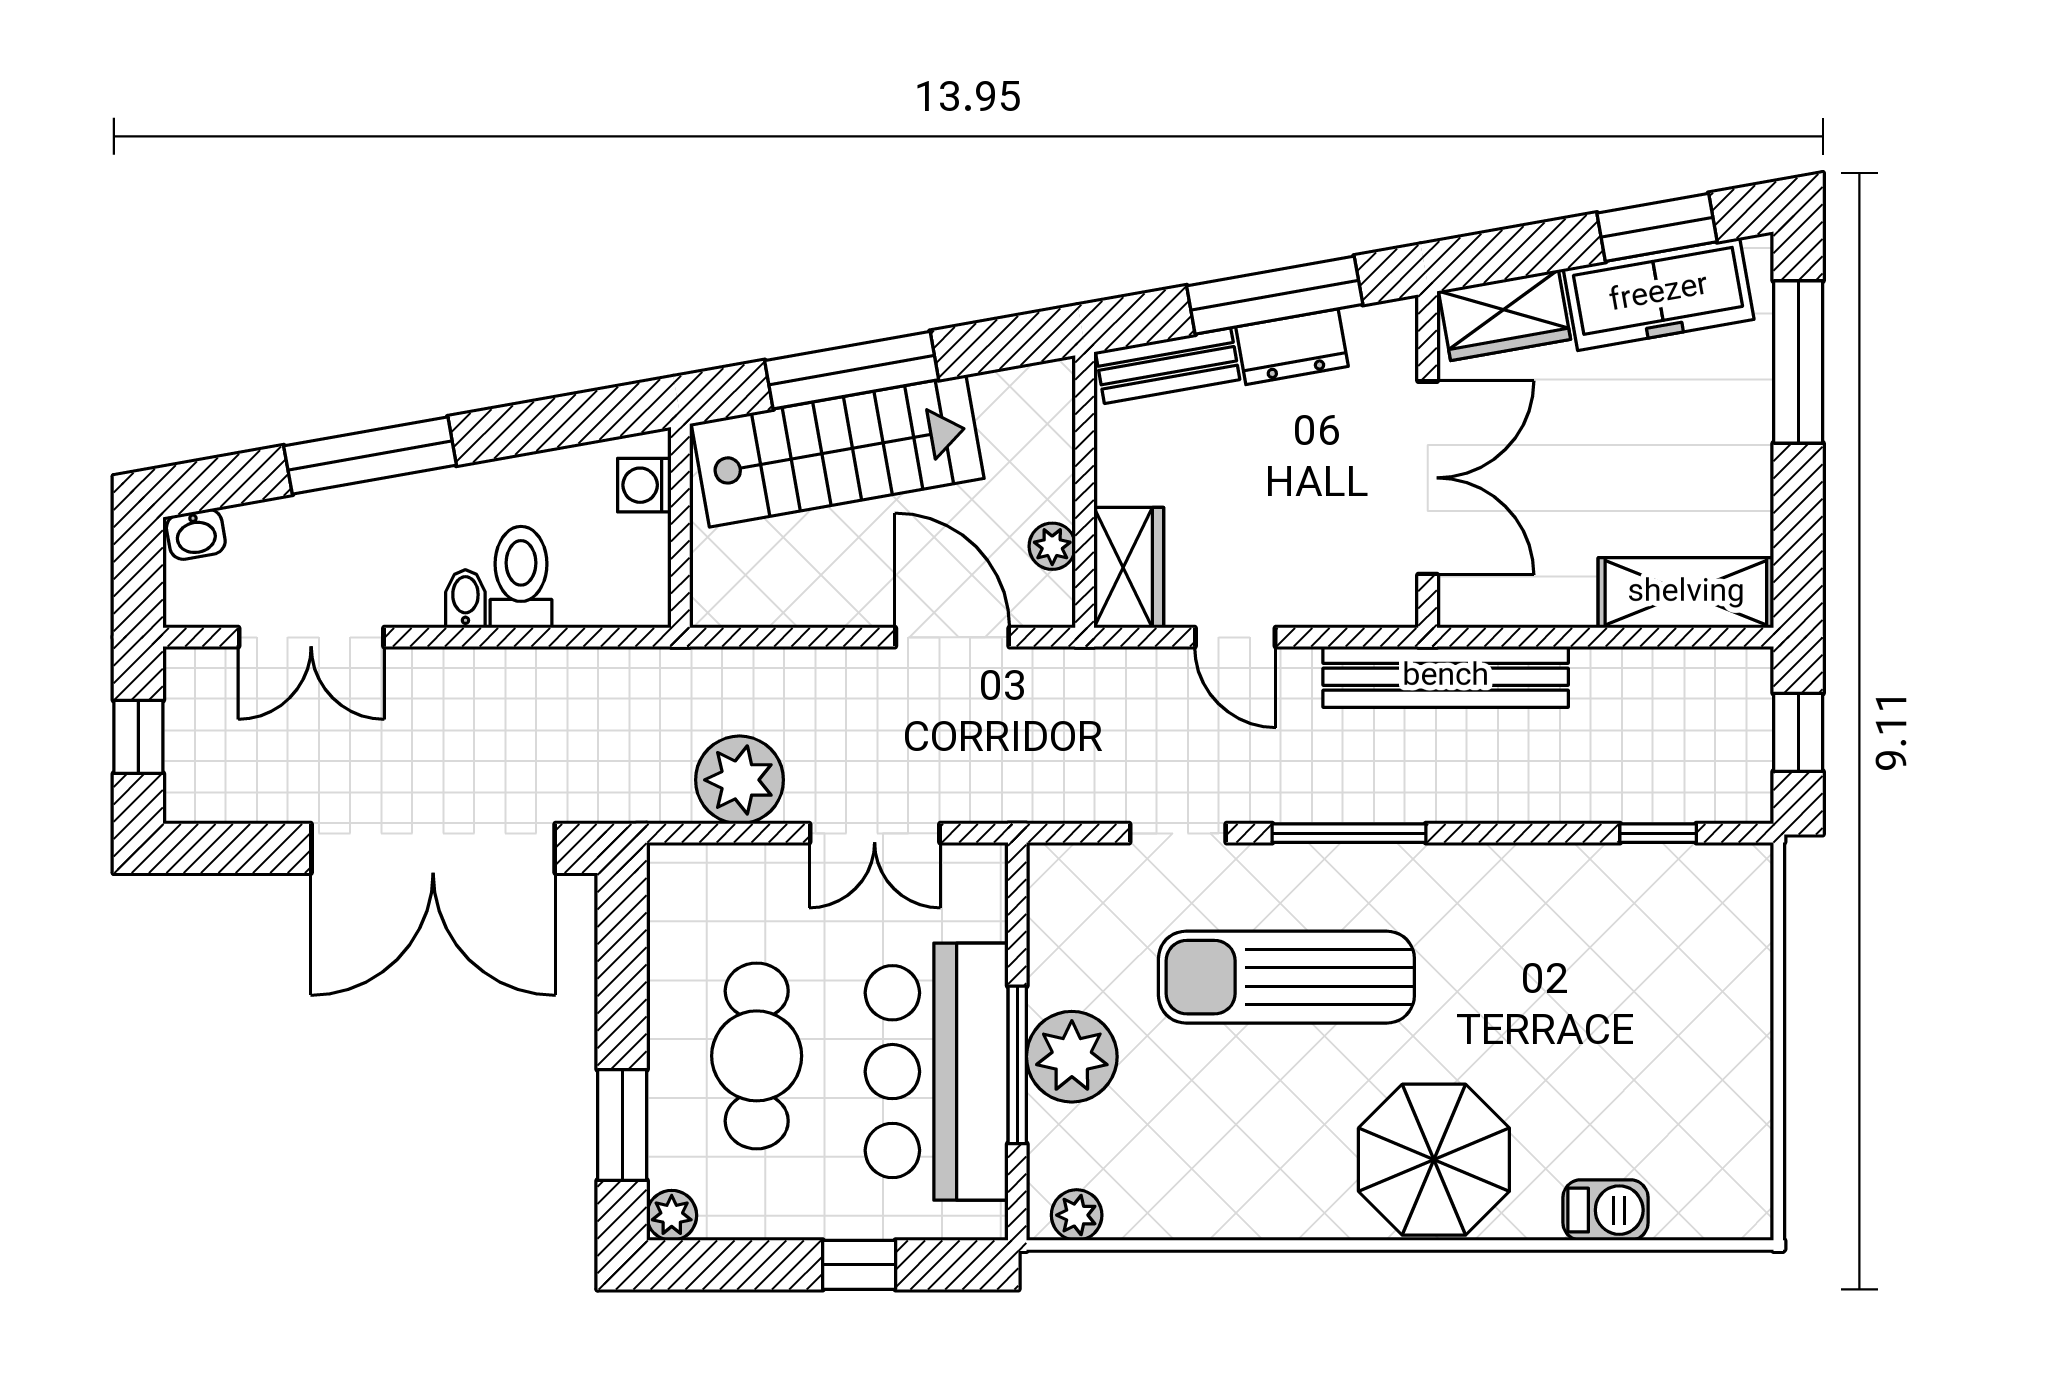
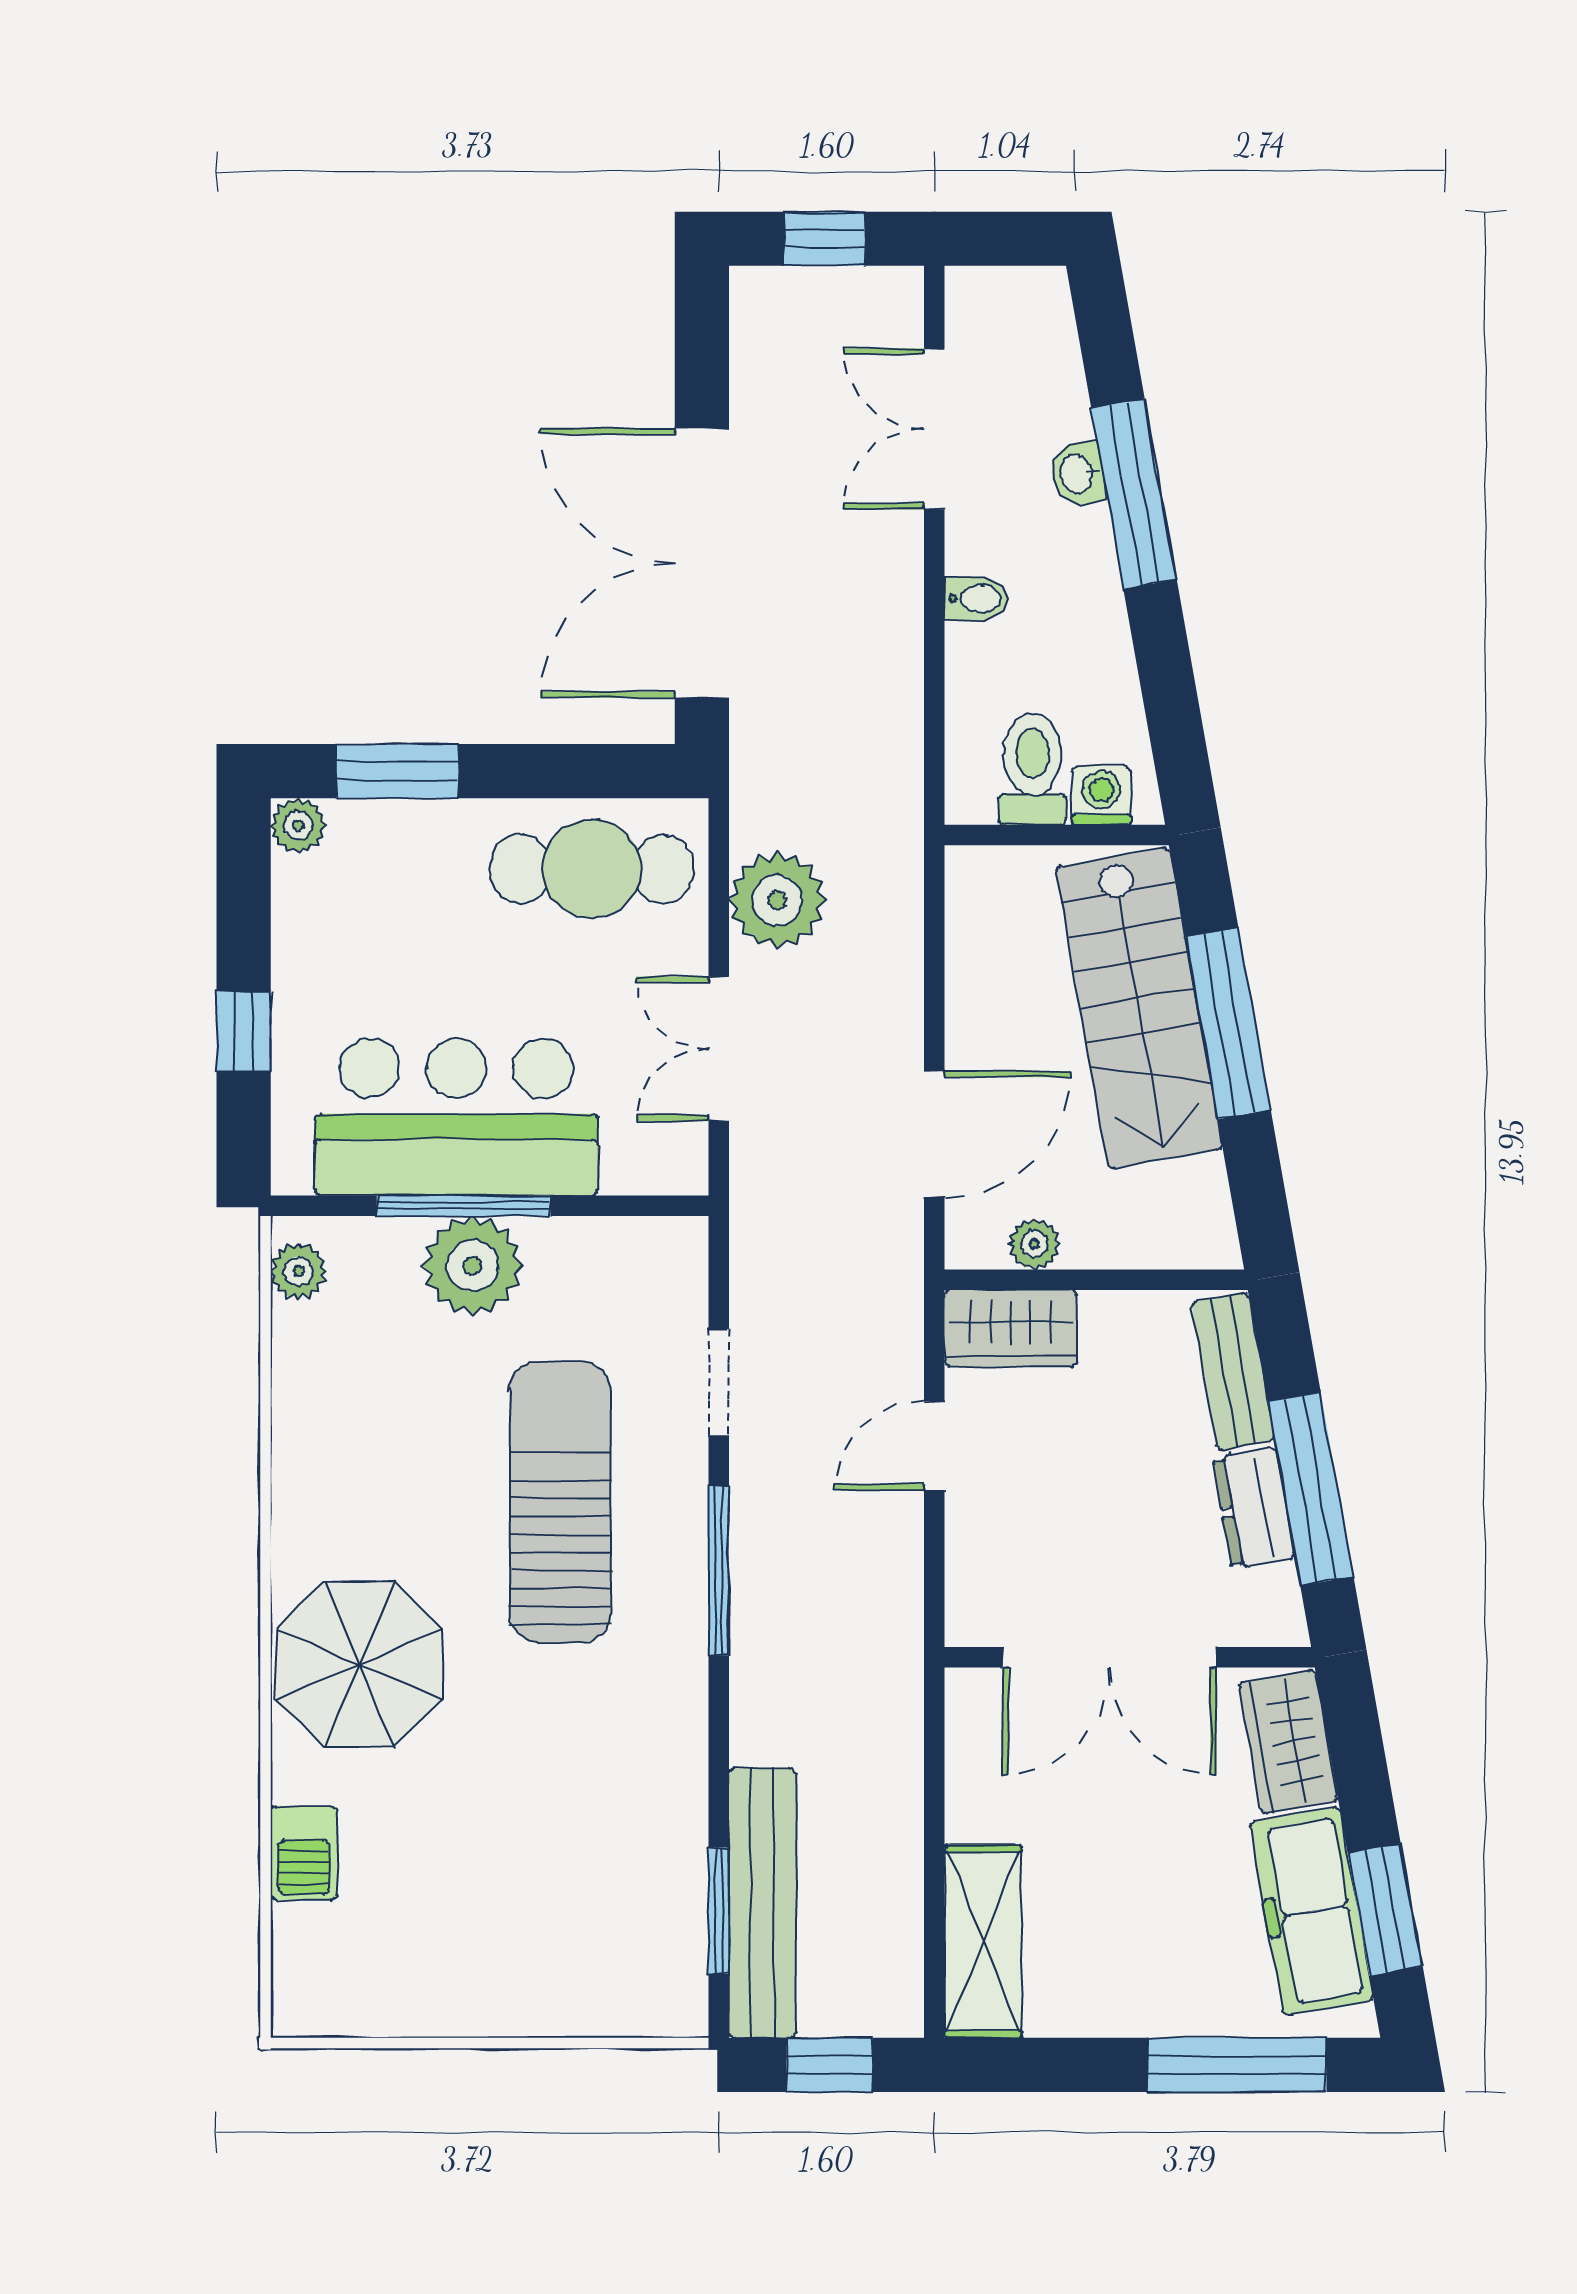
washbasin: (196, 534) -> (1078, 474), moved
toilet: (521, 577) -> (1033, 769), moved, turned -90
bench: (1446, 677) -> (762, 1903), moved
window: (1658, 833) -> (719, 1911), width x1.50
cafe table: (757, 1056) -> (592, 869), moved

